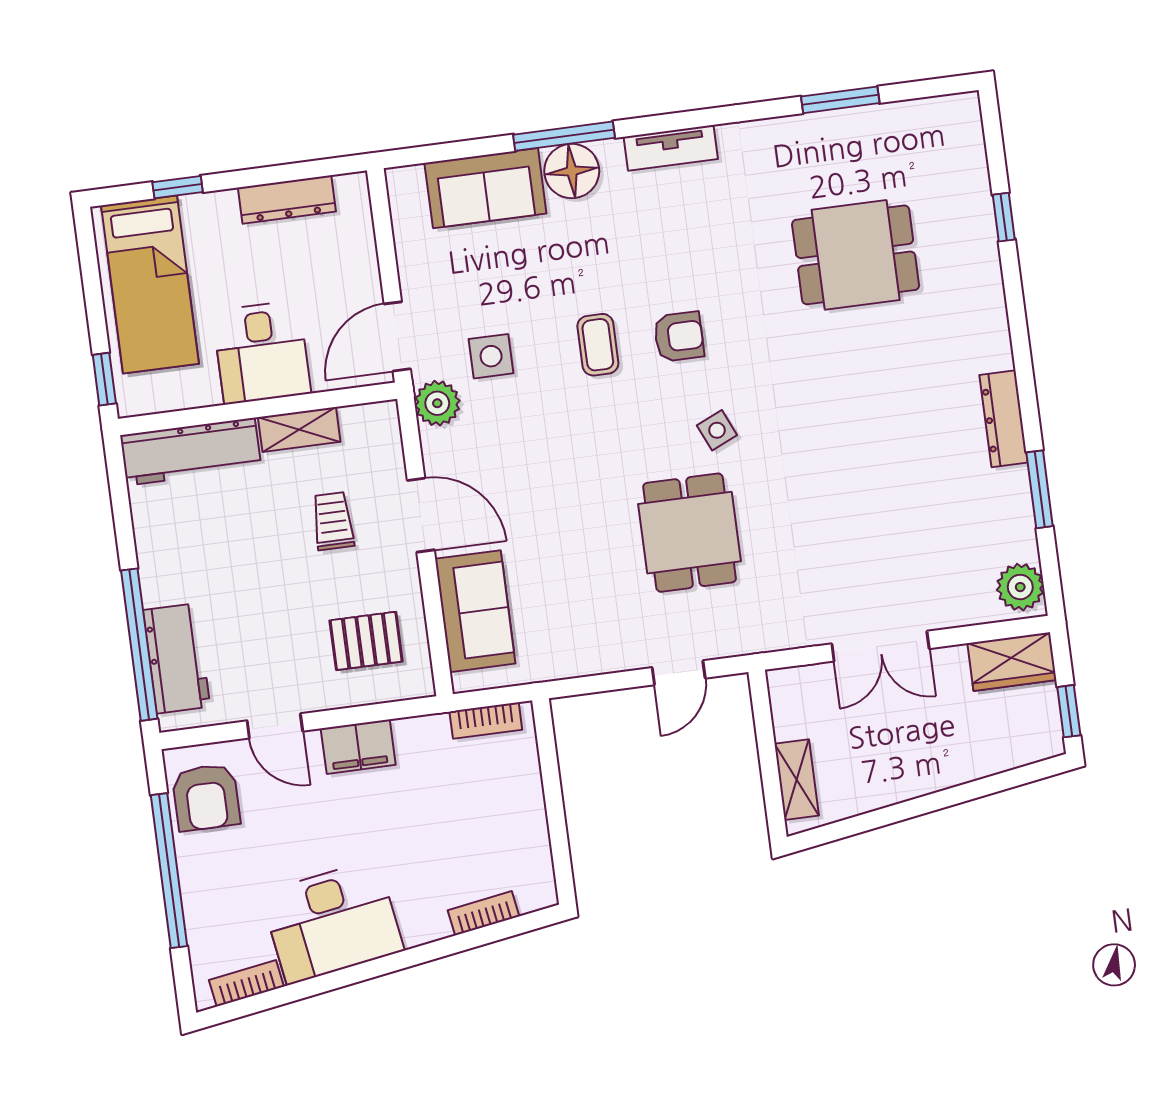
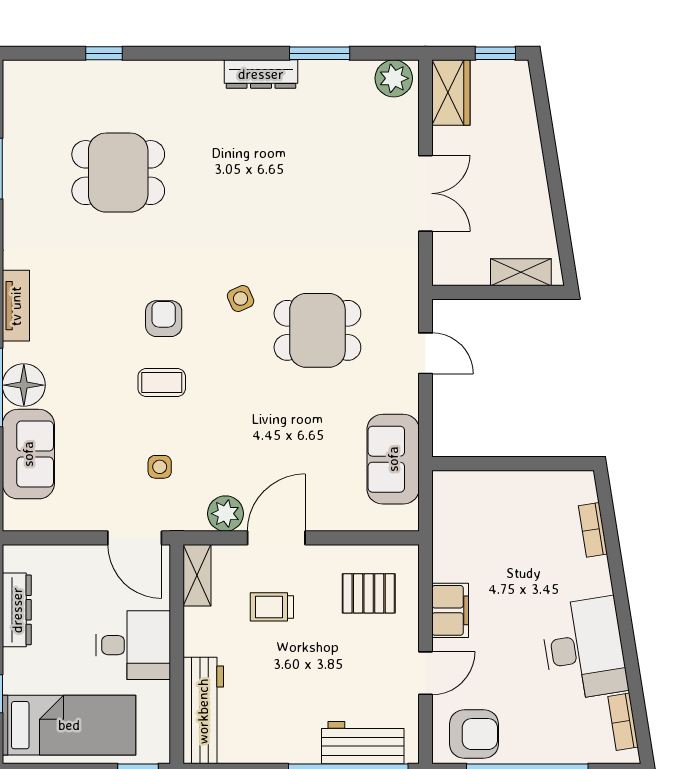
dining table: (856, 255) -> (118, 173), turned 90
side table: (491, 356) -> (160, 467), width x0.73, depth x0.73
plant: (437, 403) -> (226, 514), moved
shelving: (299, 429) -> (197, 575), moved
sofa: (475, 611) -> (393, 459), moved, turned -90
pallet: (366, 641) -> (369, 593), turned 90
bookcase: (486, 721) -> (443, 508), removed

